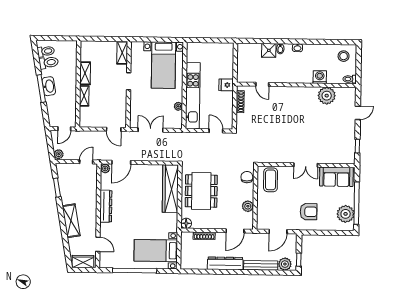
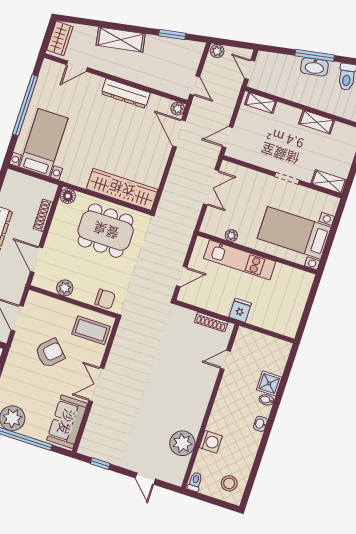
shelving: (84, 96) -> (261, 103), moved
kitchen unit: (193, 96) -> (240, 260), width x0.73
armchair: (309, 212) -> (50, 353), moved, turned -134

